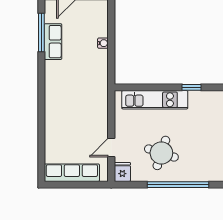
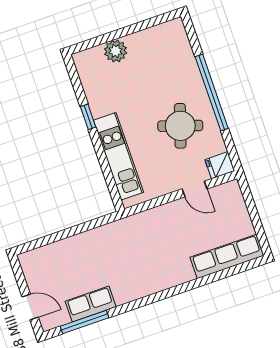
water cooler: (103, 43) -> (72, 243), removed
row of seats: (72, 173) -> (227, 256), moved, turned 90

